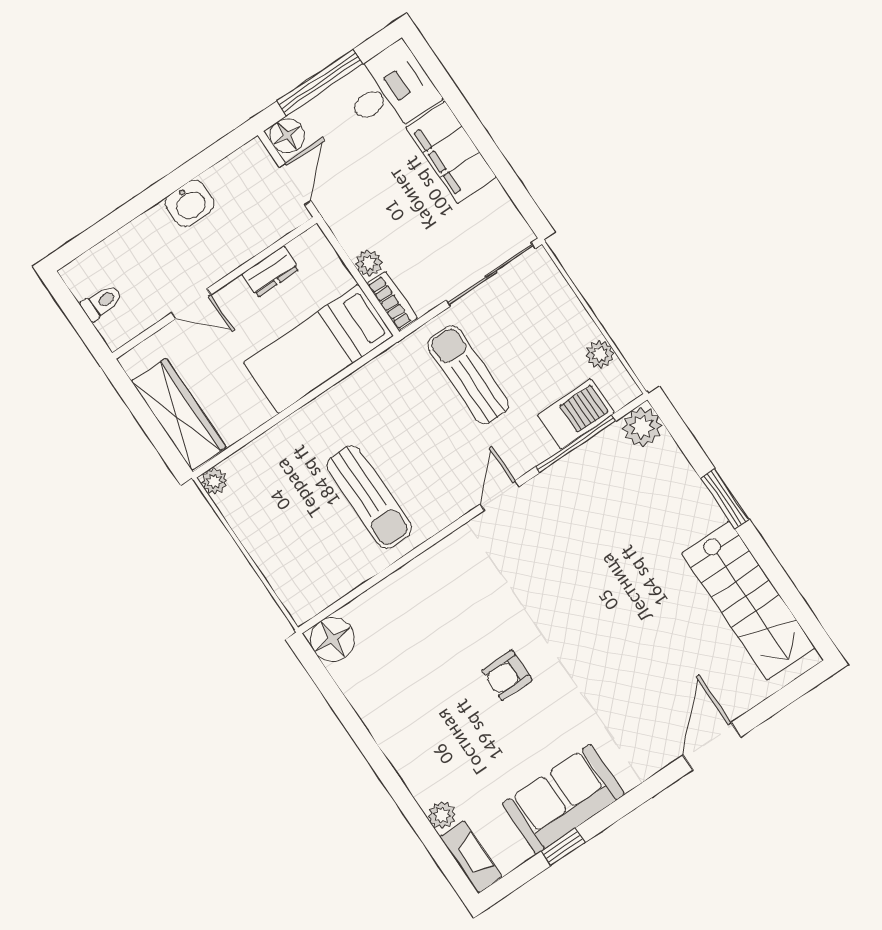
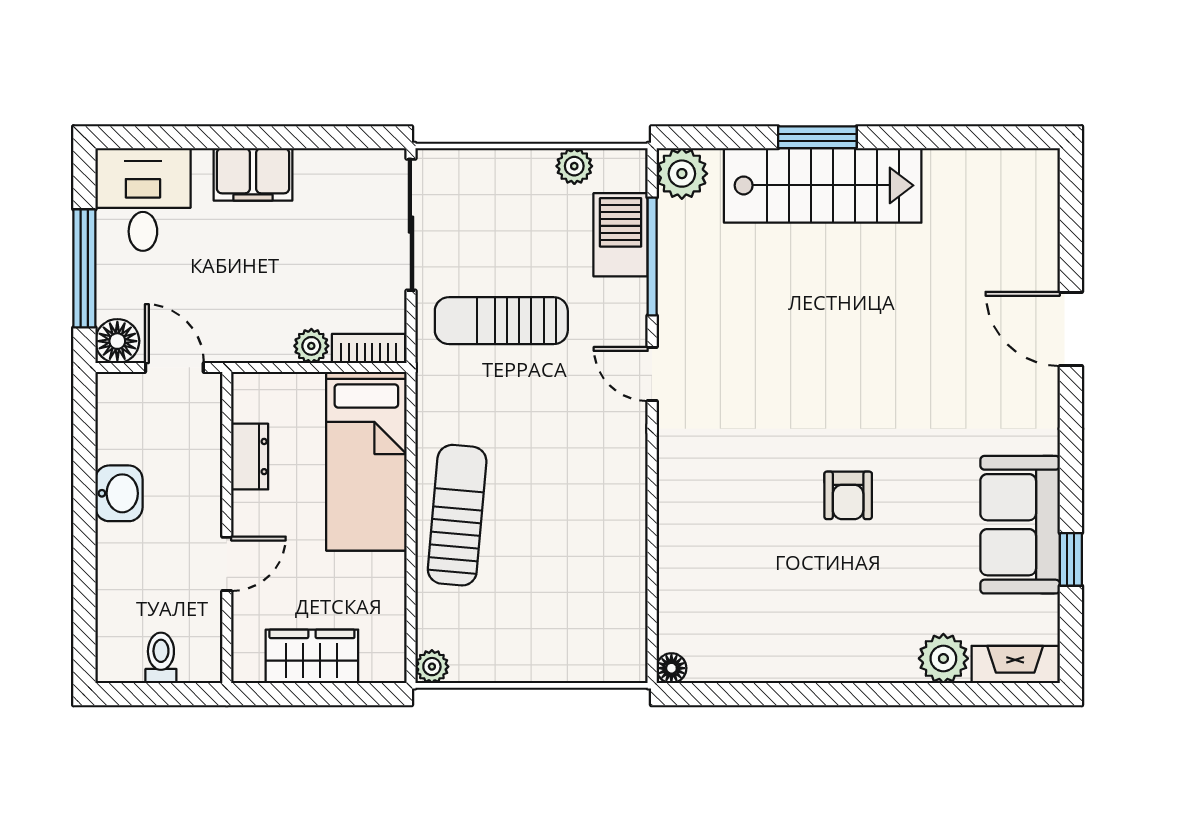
filing cabinet: (451, 152) -> (253, 174), width x0.67, depth x0.86
wardrobe: (179, 414) -> (312, 656), width x0.67
sun lounger: (369, 497) -> (457, 515), moved, turned -85
stairs: (748, 600) -> (823, 185), moved
floor lamp: (332, 639) -> (671, 668), width x0.53, depth x0.53
plant: (442, 815) -> (943, 658), width x1.38, depth x1.38

